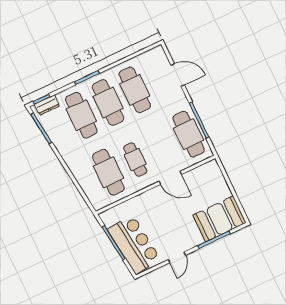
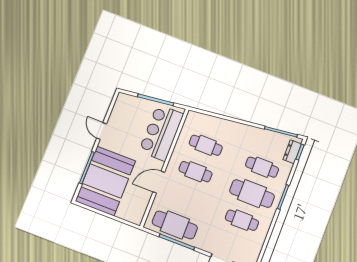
cafe table: (135, 90) -> (242, 220), width x0.73, depth x0.74
cafe table: (81, 115) -> (262, 167), width x0.73, depth x0.74
cafe table: (108, 172) -> (206, 145), width x0.73, depth x0.74
booth: (220, 219) -> (105, 181), width x1.36, depth x1.42
bar counter: (134, 244) -> (161, 133), moved, turned 97

